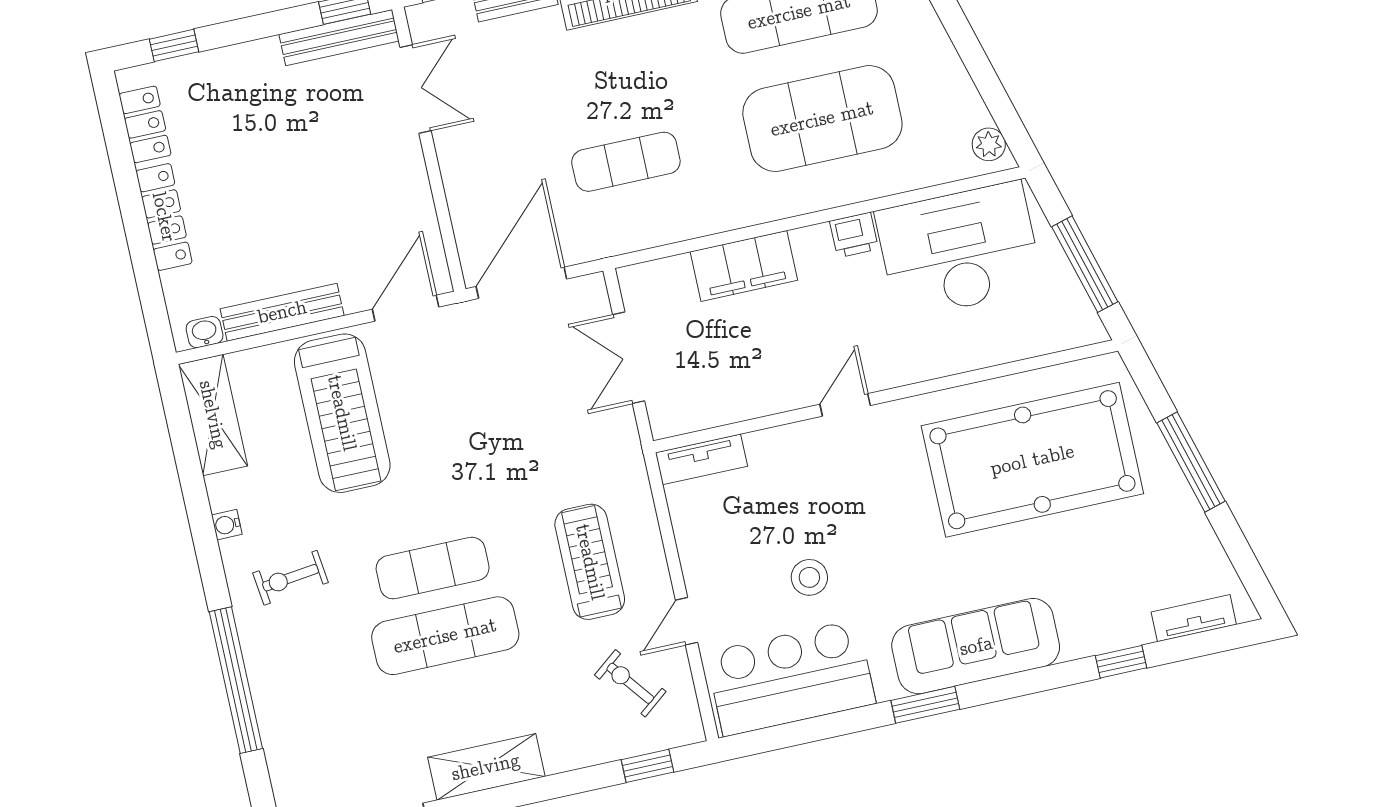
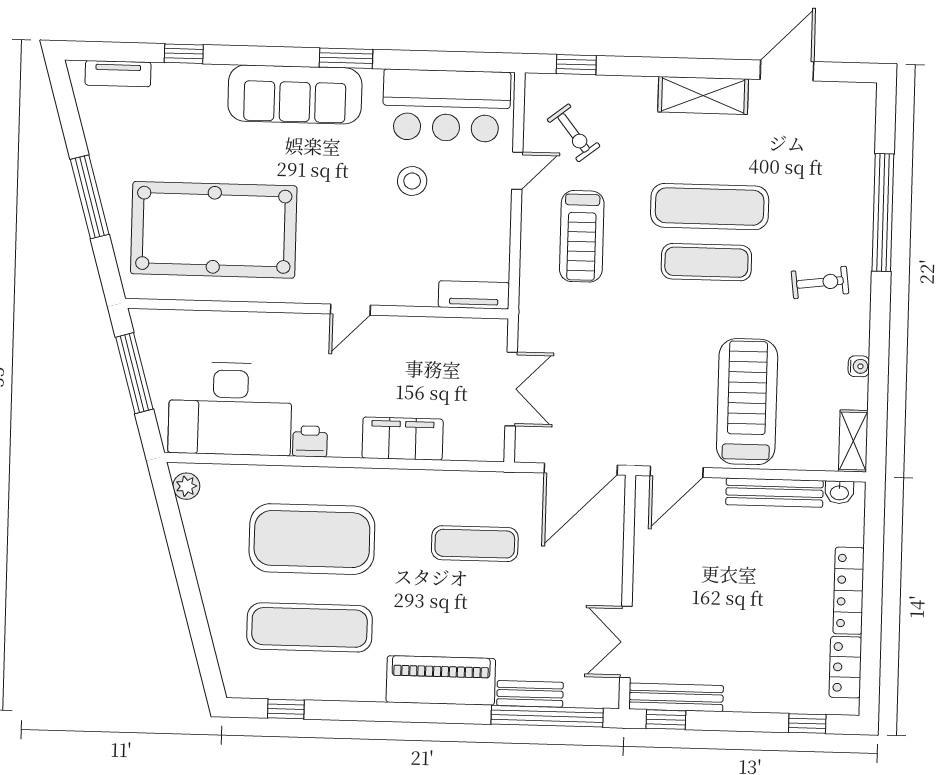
shelving: (213, 415) -> (853, 441), width x0.67, depth x0.75
water cooler: (227, 525) -> (859, 366), moved

